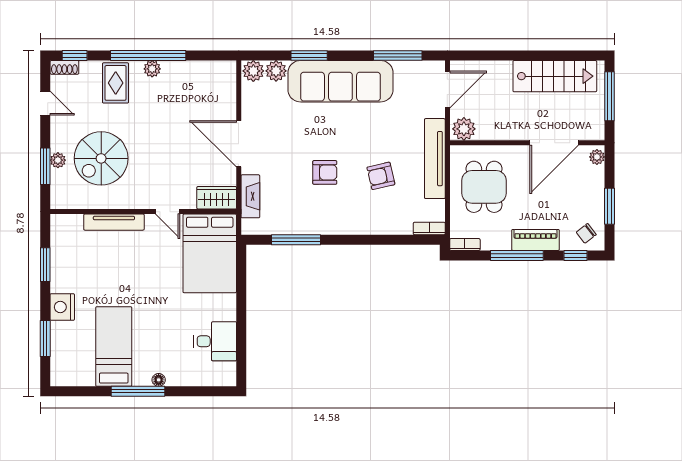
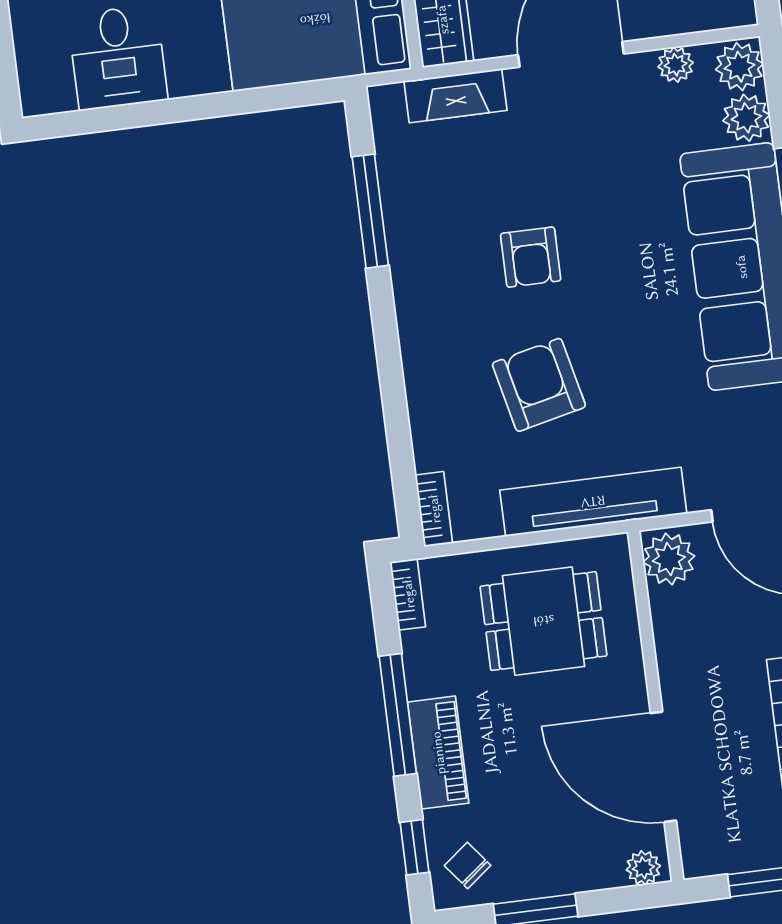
plant: (249, 99) -> (676, 65), added
armchair: (381, 176) -> (539, 385), width x1.38, depth x1.38

